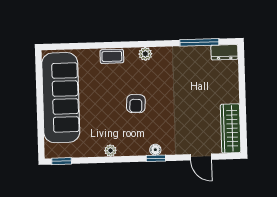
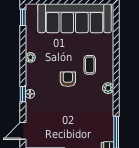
coffee table: (112, 56) -> (90, 65), moved
armchair: (136, 104) -> (68, 79), turned 87

